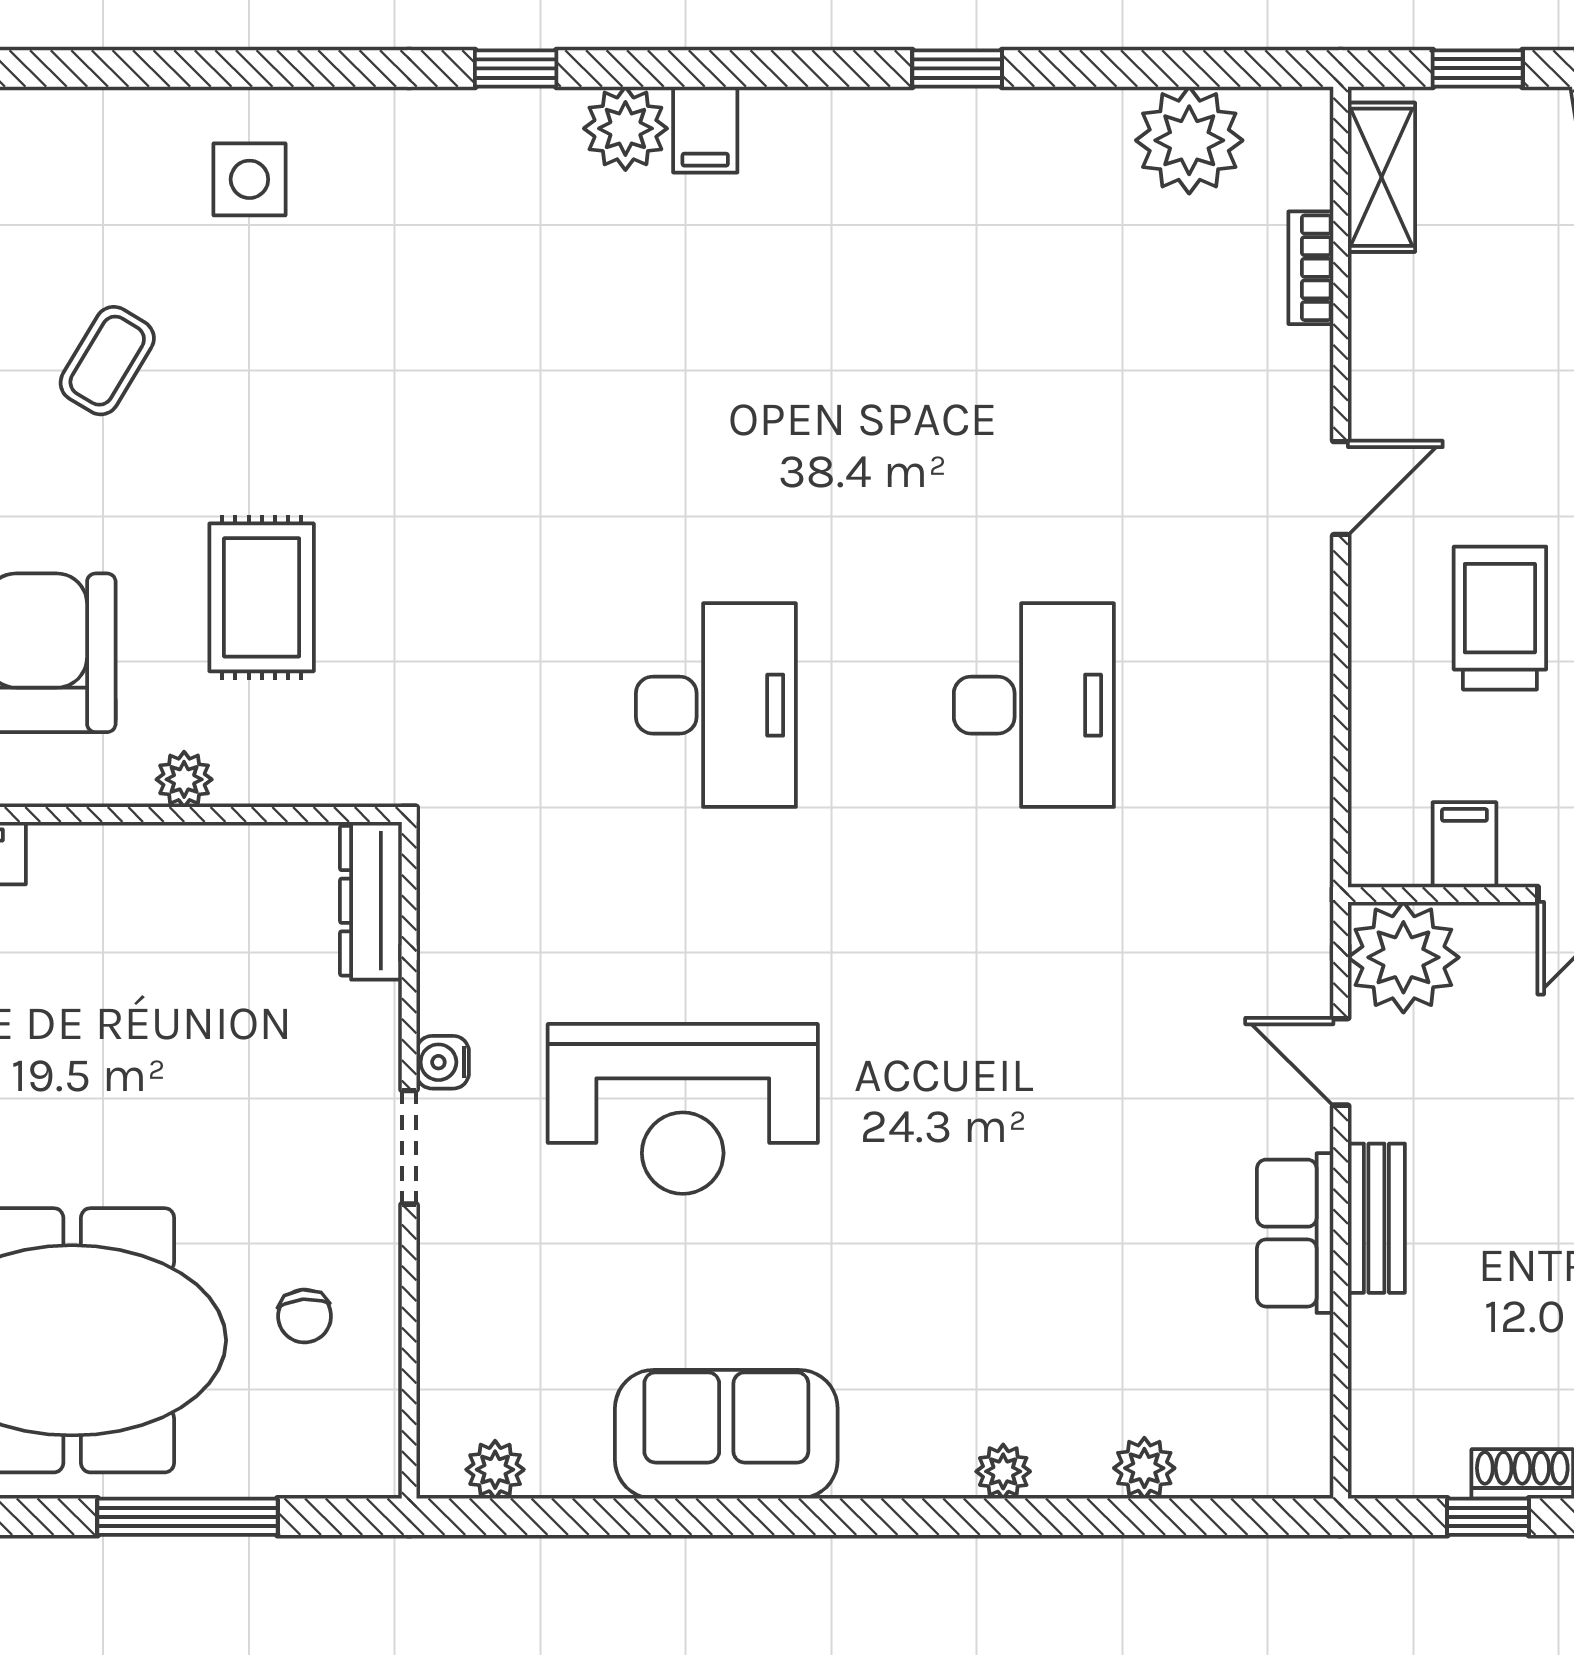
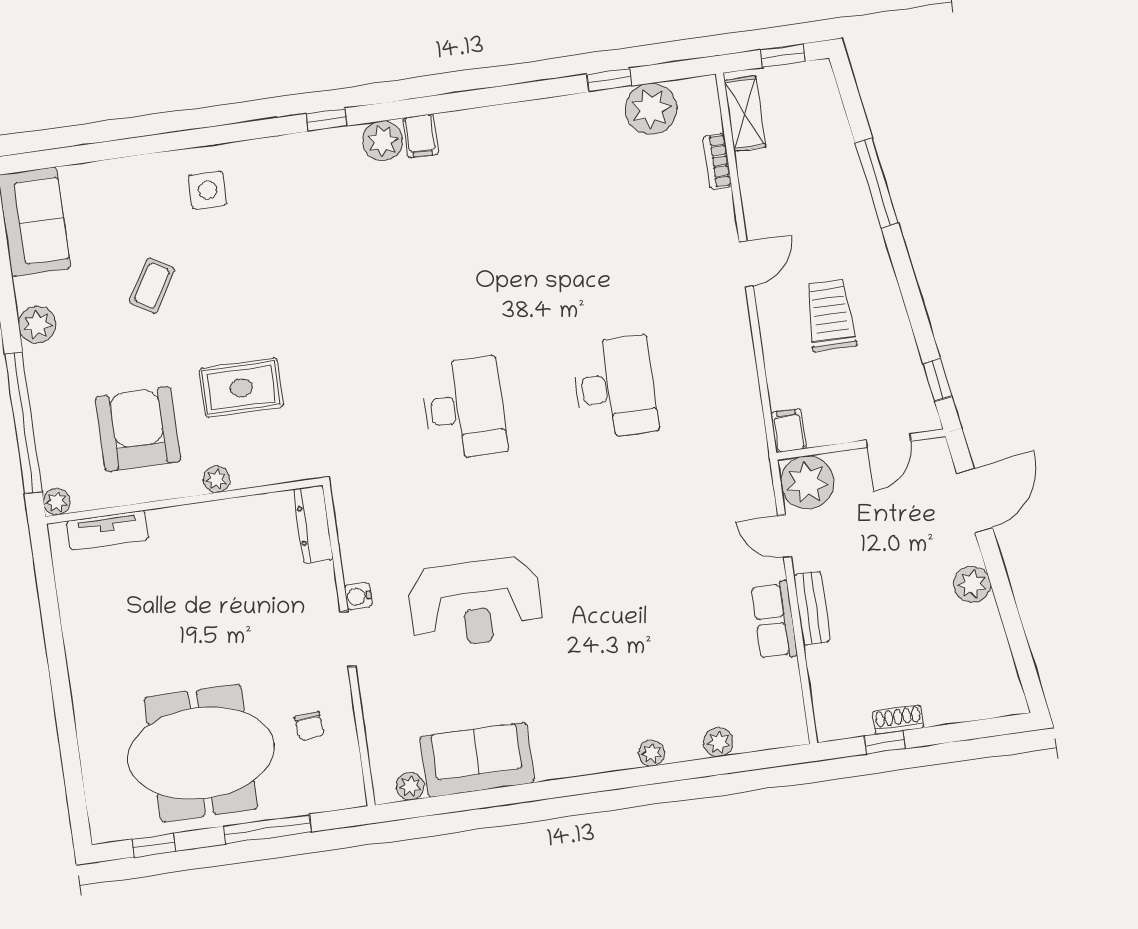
window: (957, 68) -> (609, 80), moved
rug: (262, 597) -> (241, 388), turned 90
filing cabinet: (1464, 845) -> (789, 431), moved
sofa: (726, 1434) -> (477, 760), moved

